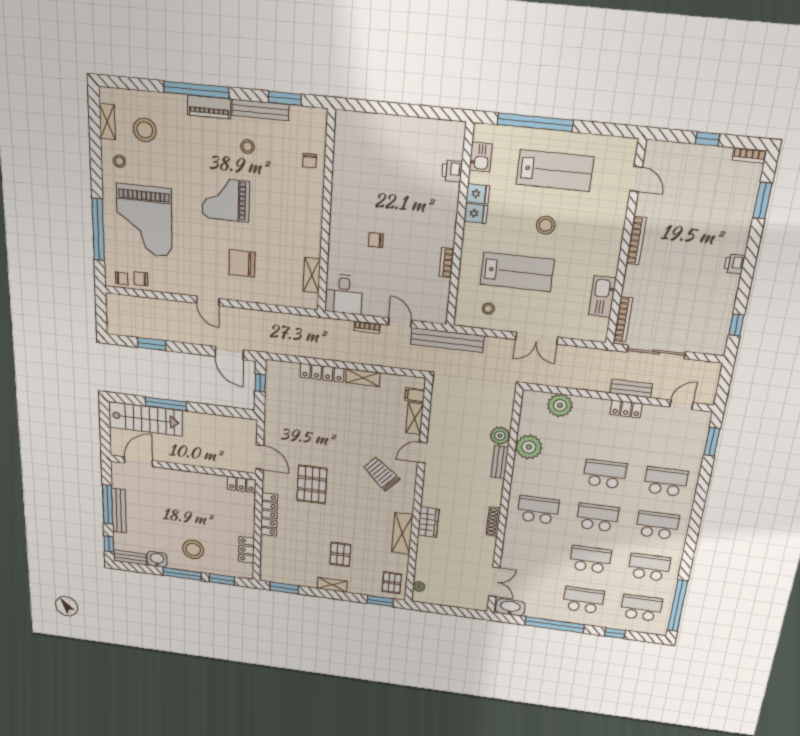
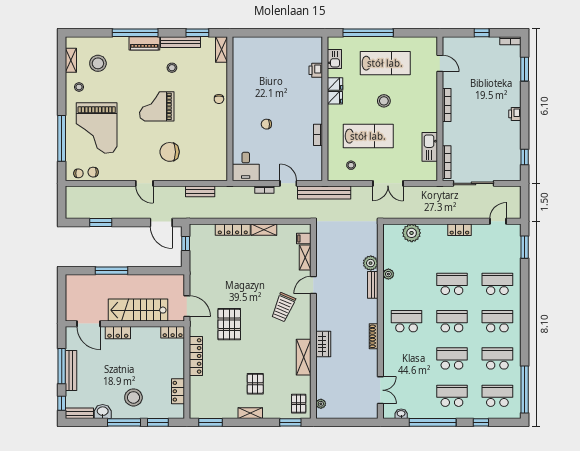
chair: (310, 161) -> (219, 99), moved
shelving: (312, 275) -> (222, 49), moved
bench: (631, 388) -> (200, 191), moved
stairs: (146, 419) -> (138, 310), moved, turned 180
plant: (529, 447) -> (388, 274), width x0.53, depth x0.53
door: (138, 462) -> (88, 324), swing flipped
trolley: (381, 474) -> (283, 307), turned -109
locker: (174, 476) -> (118, 333), added
washbasin: (510, 607) -> (401, 414), width x0.52, depth x0.69

